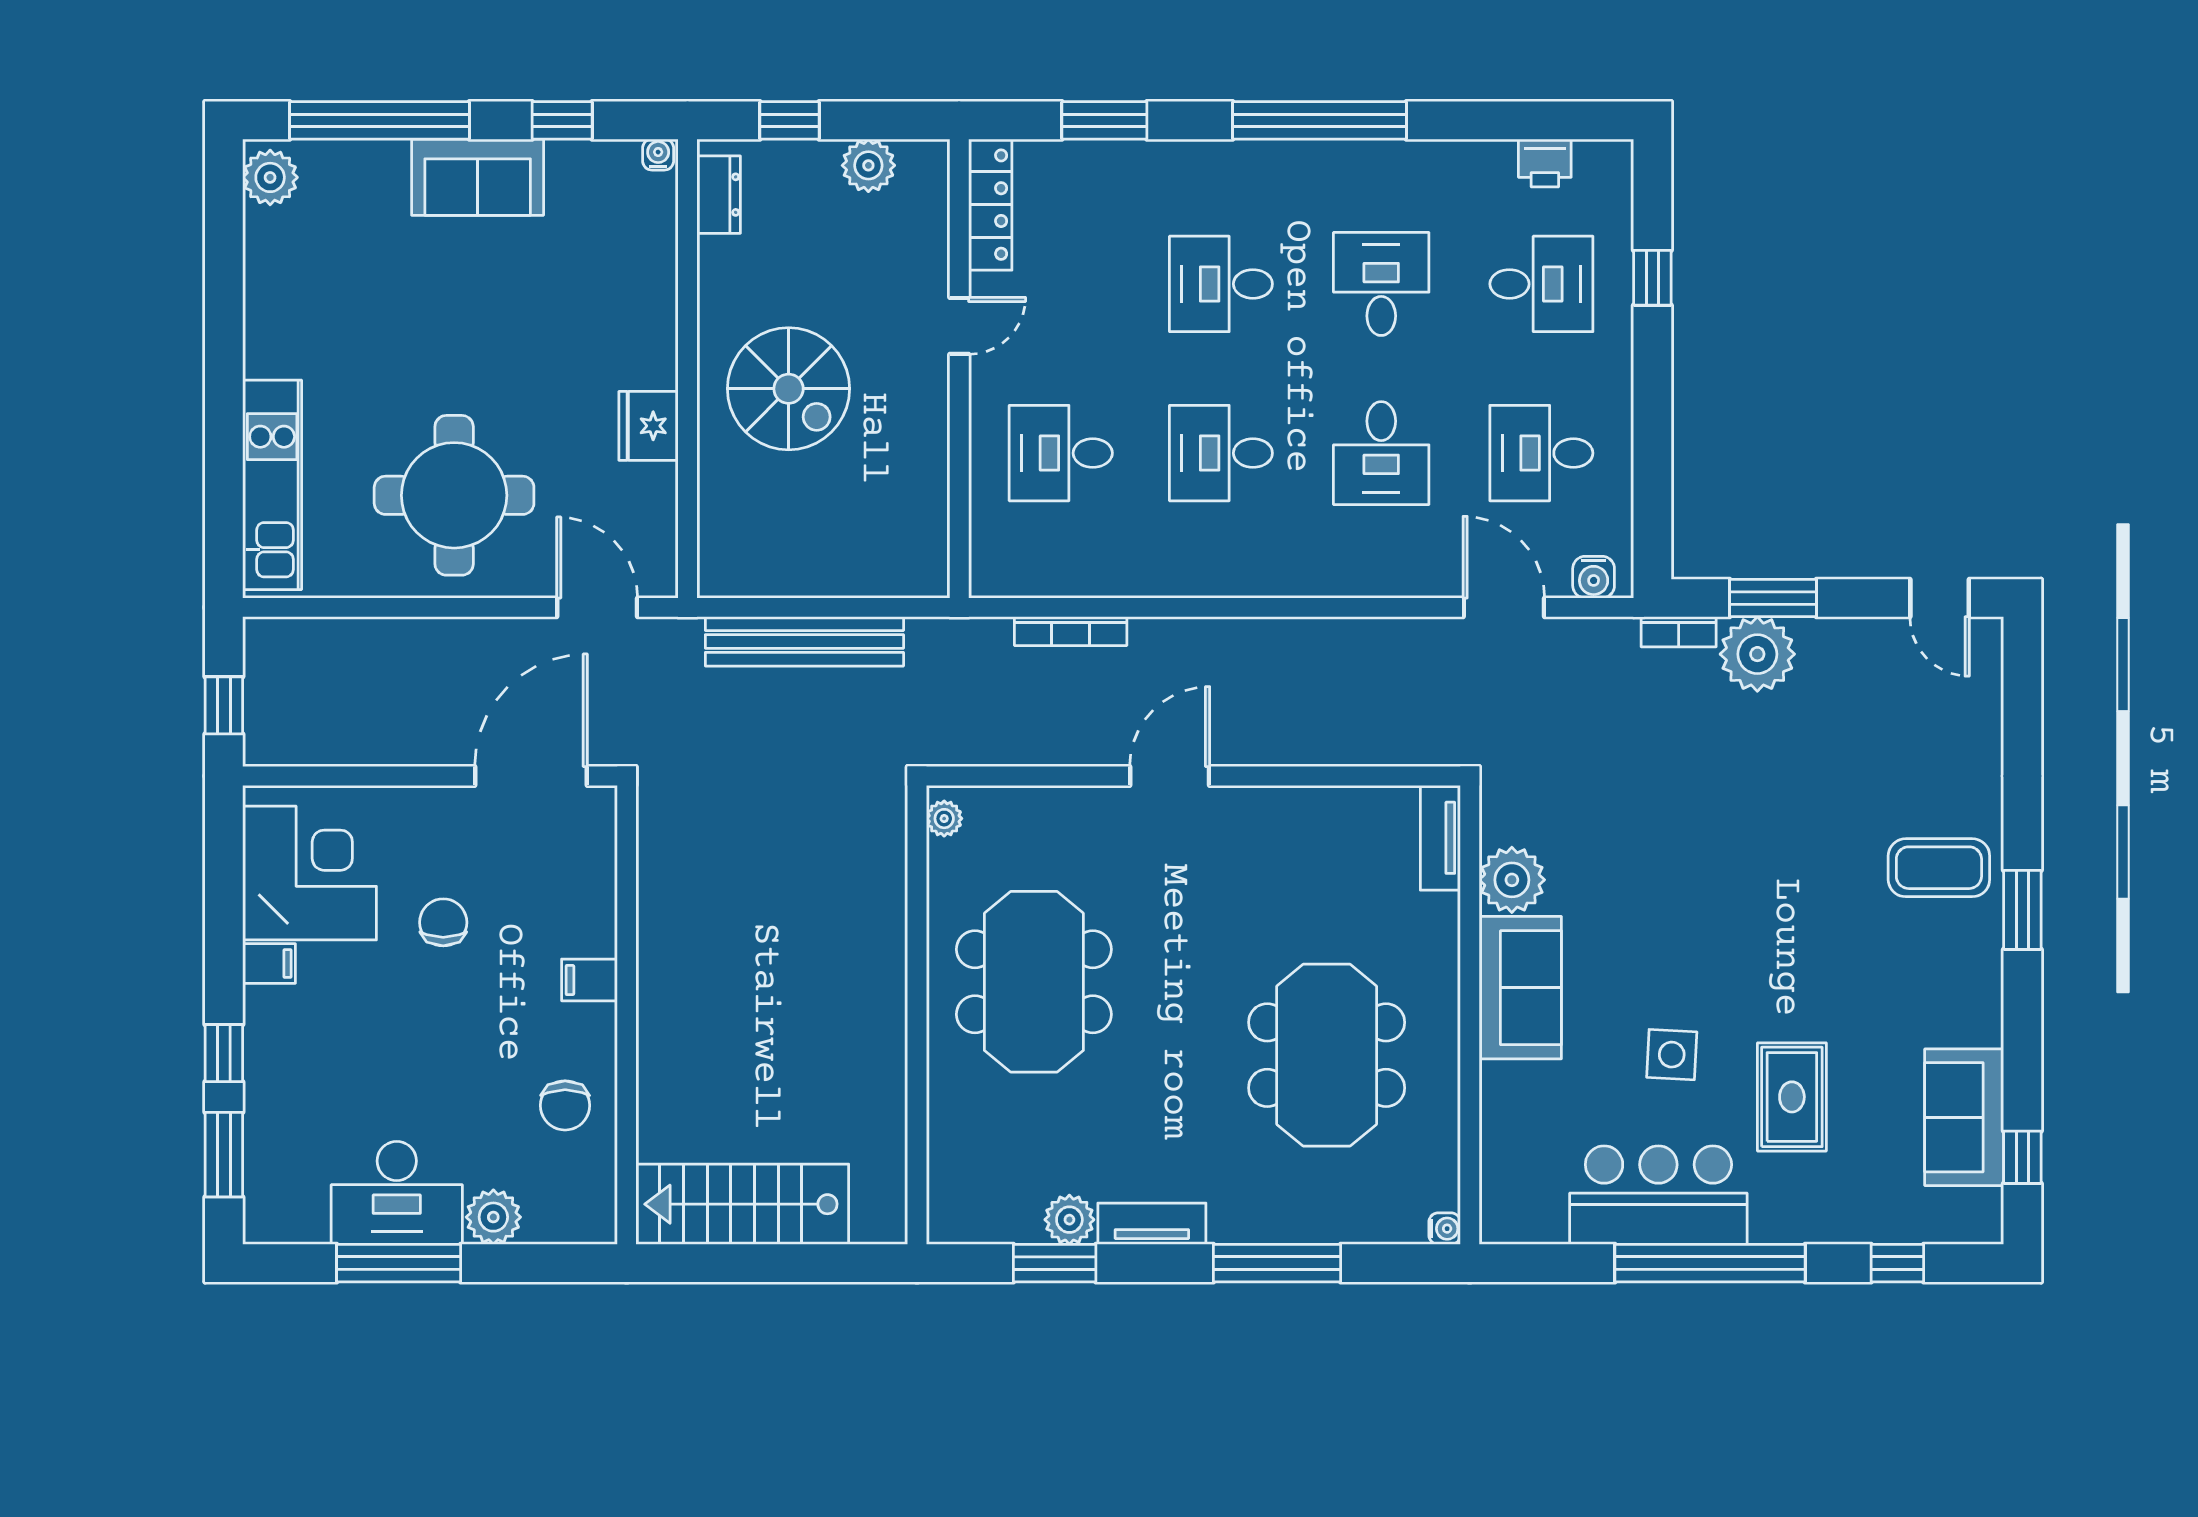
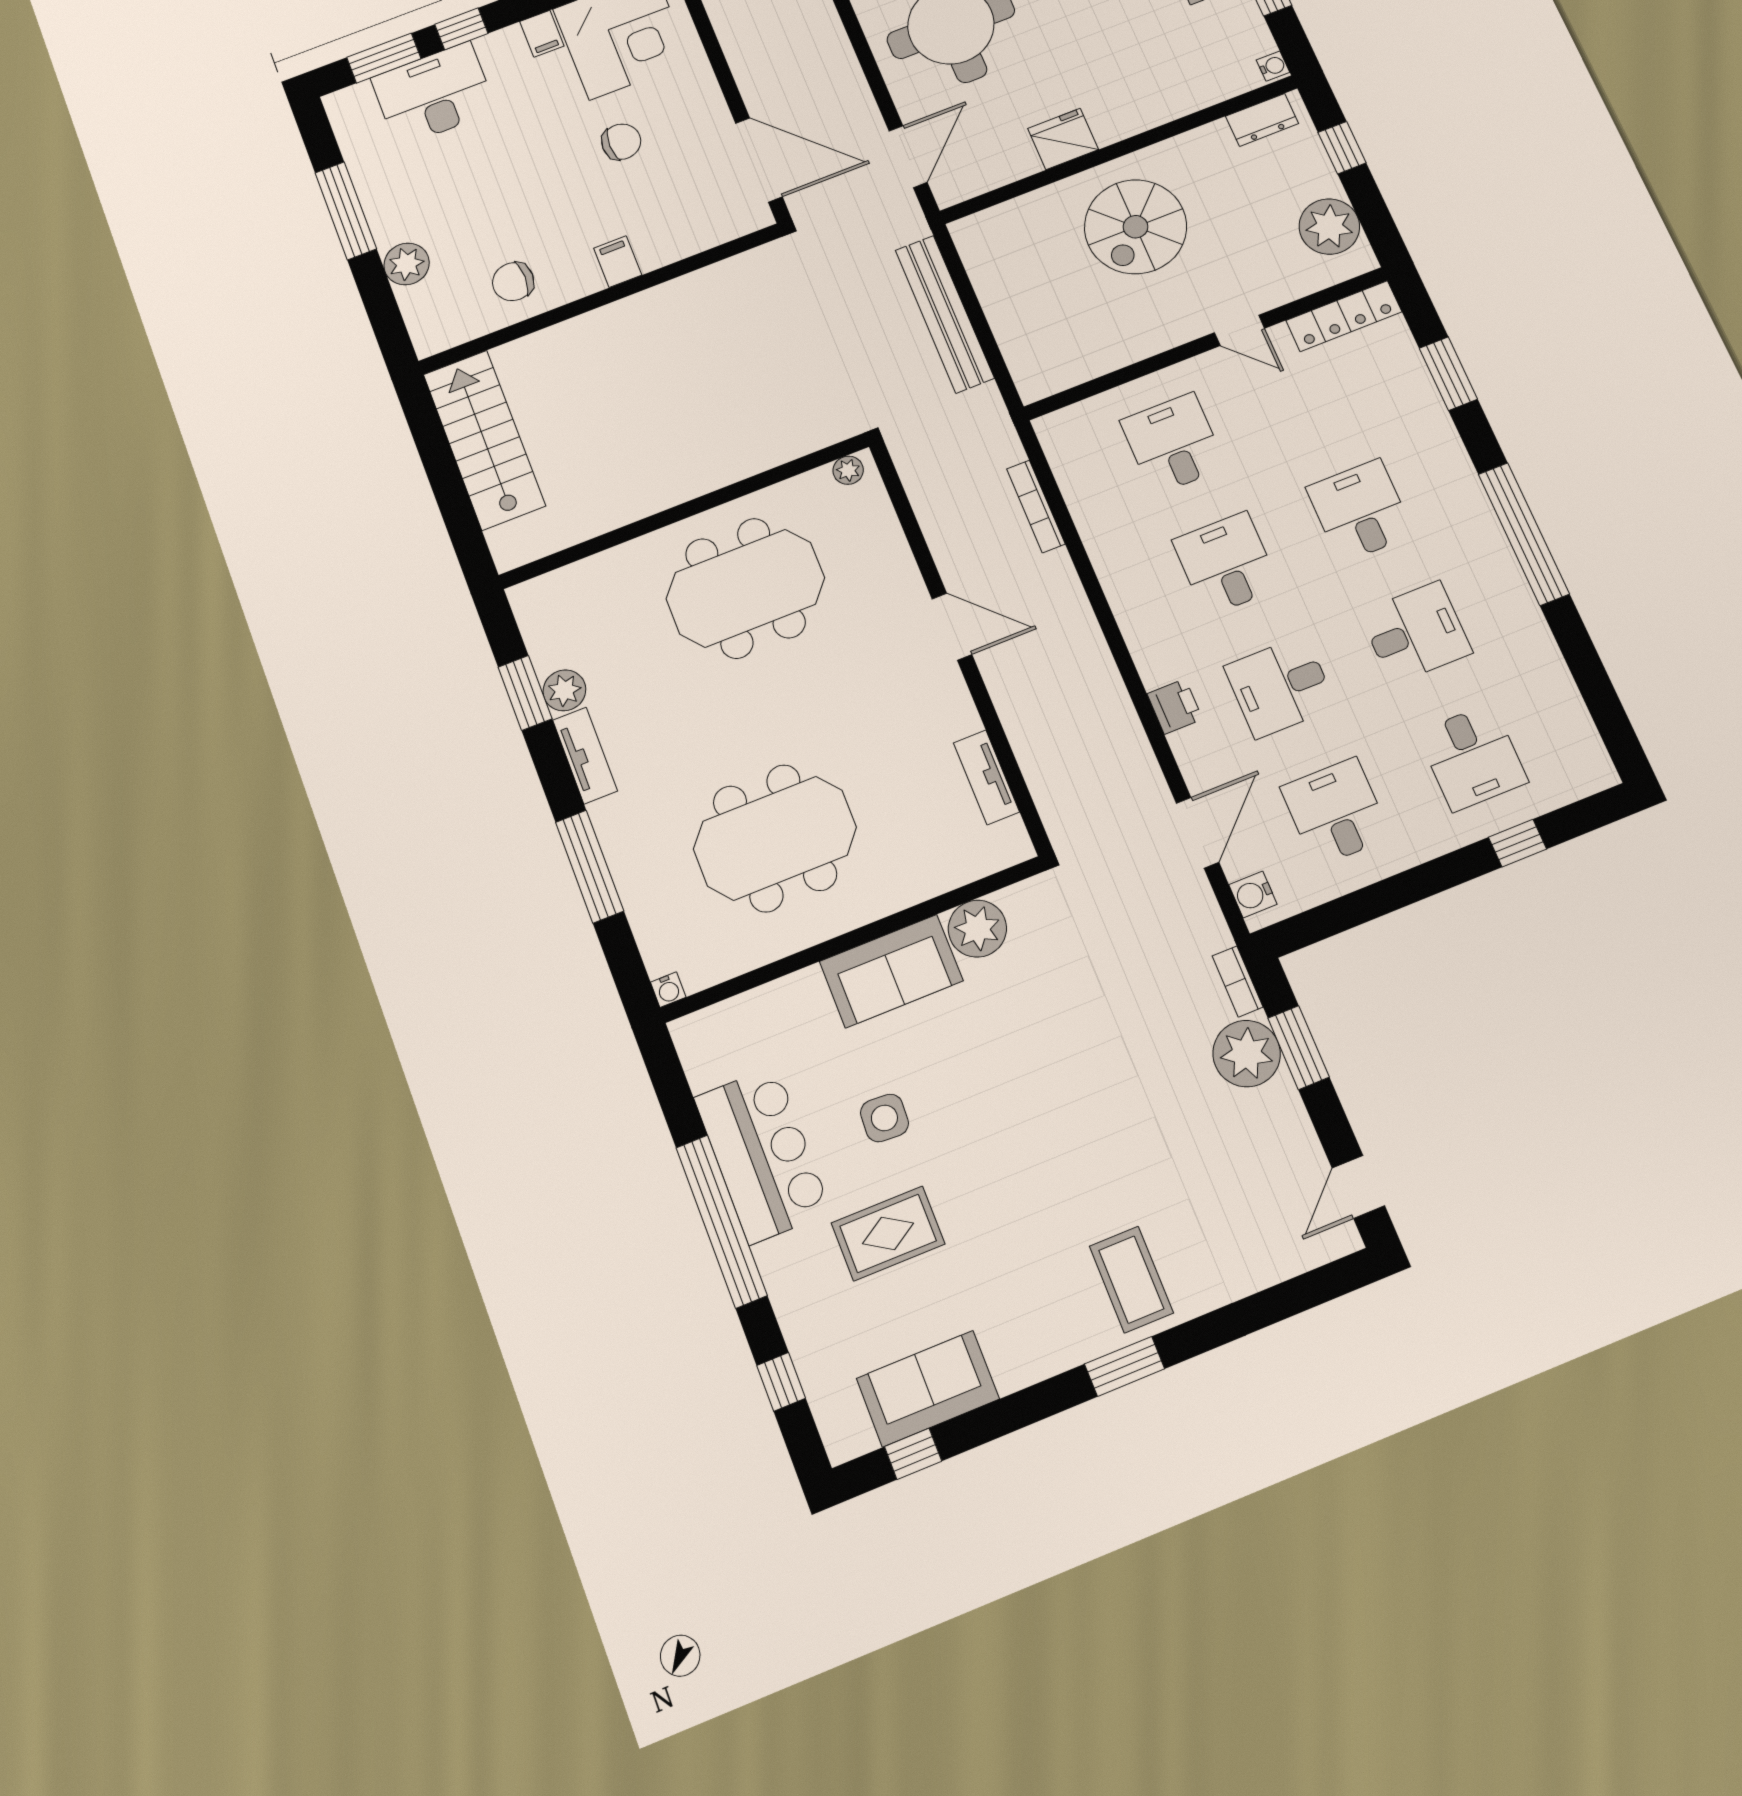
printer: (1545, 163) -> (1175, 706), moved, turned 180
plant: (868, 165) -> (1329, 227), width x1.36, depth x1.36
tv unit: (1440, 838) -> (986, 777), moved, turned -90
desk: (397, 1193) -> (434, 94), moved, turned 90

